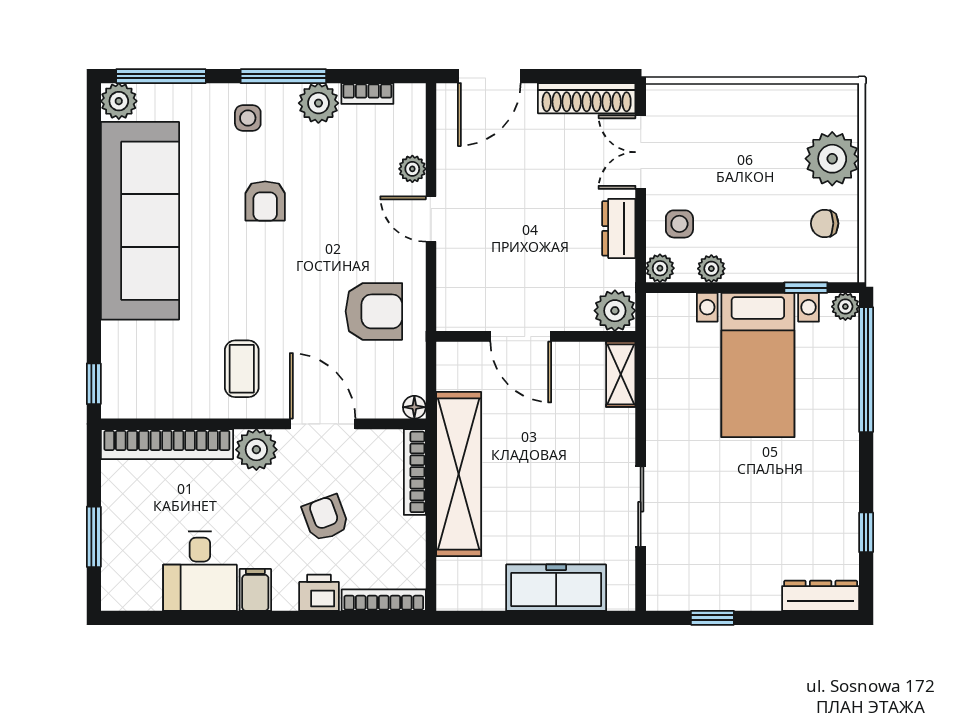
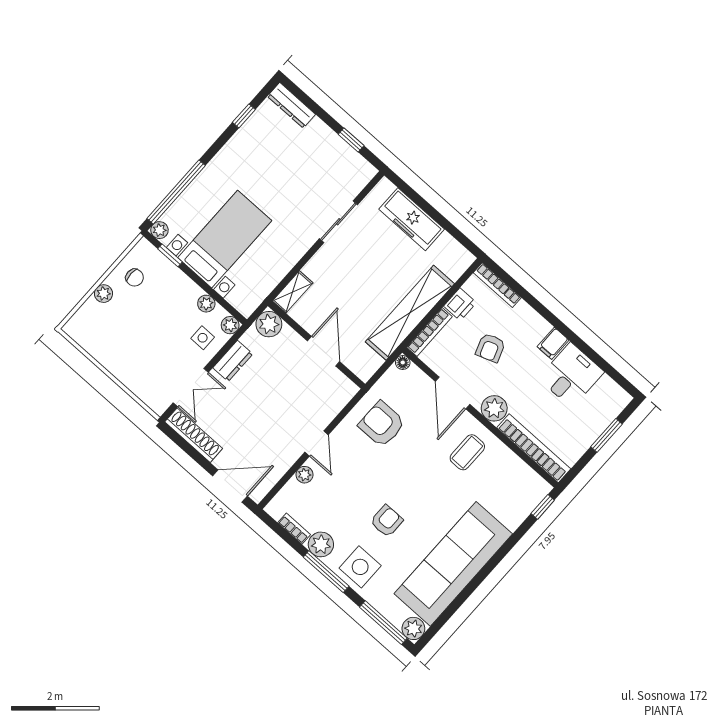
side table: (248, 118) -> (360, 567), width x1.87, depth x1.87
plant: (832, 159) -> (103, 294), width x0.53, depth x0.53
printer: (319, 593) -> (460, 304), moved, turned -90

